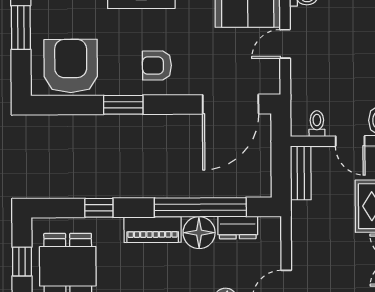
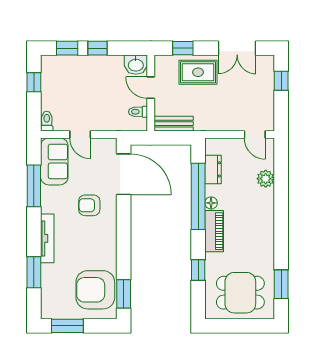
armchair: (157, 65) -> (89, 205), moved, turned 90
window: (123, 105) -> (124, 294), moved
door: (350, 141) -> (151, 88), swing flipped
floor lamp: (199, 233) -> (211, 203), width x0.53, depth x0.53
window: (22, 262) -> (237, 326), removed

